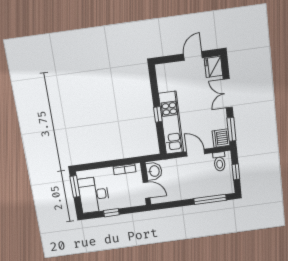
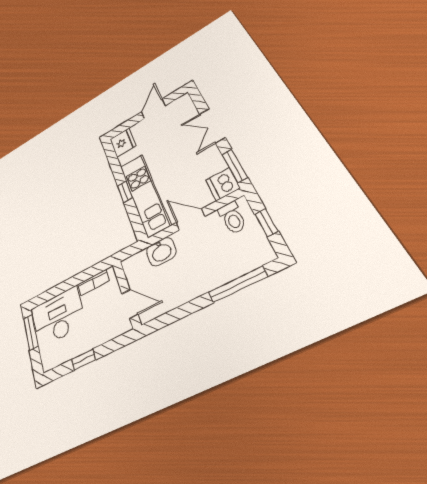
fridge: (213, 67) -> (123, 143), moved, turned 180
washbasin: (154, 171) -> (161, 251), moved, turned 90
desk: (94, 195) -> (58, 317), moved, turned 90

